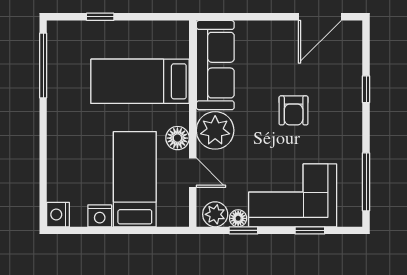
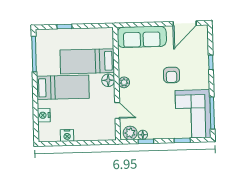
sofa: (215, 65) -> (142, 37), moved, turned 90
plant: (215, 130) -> (124, 82), width x0.53, depth x0.53
floor lamp: (177, 138) -> (108, 80), moved
bed: (135, 179) -> (63, 87), moved, turned 90
corner sofa: (293, 195) -> (193, 114), moved, turned -90
nightstand: (58, 215) -> (44, 115), moved

